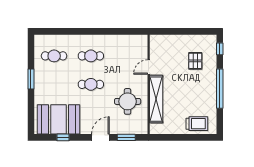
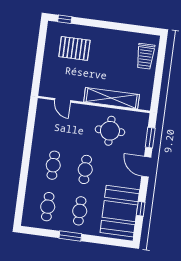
pallet: (195, 61) -> (74, 48), width x1.50, depth x1.42
door: (149, 67) -> (63, 100), moved
cafe table: (54, 84) -> (80, 211), added
window: (220, 89) -> (109, 25), removed
trolley: (197, 124) -> (145, 56), turned 180

